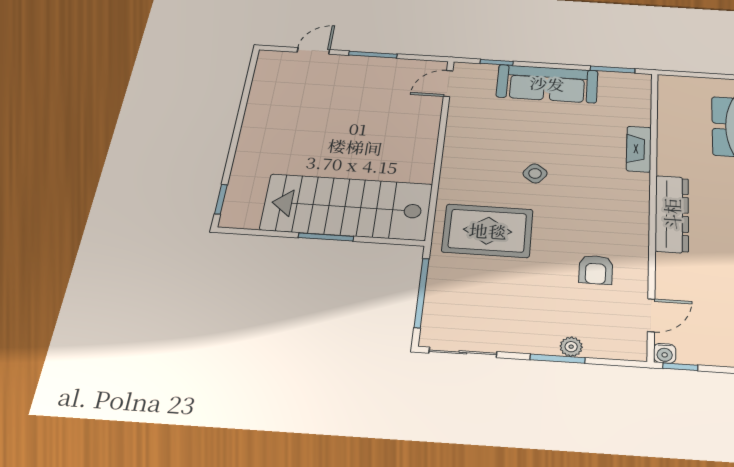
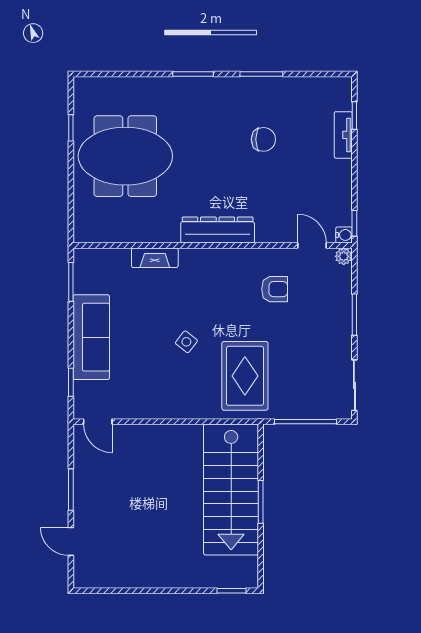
plant: (571, 347) -> (344, 256), moved

